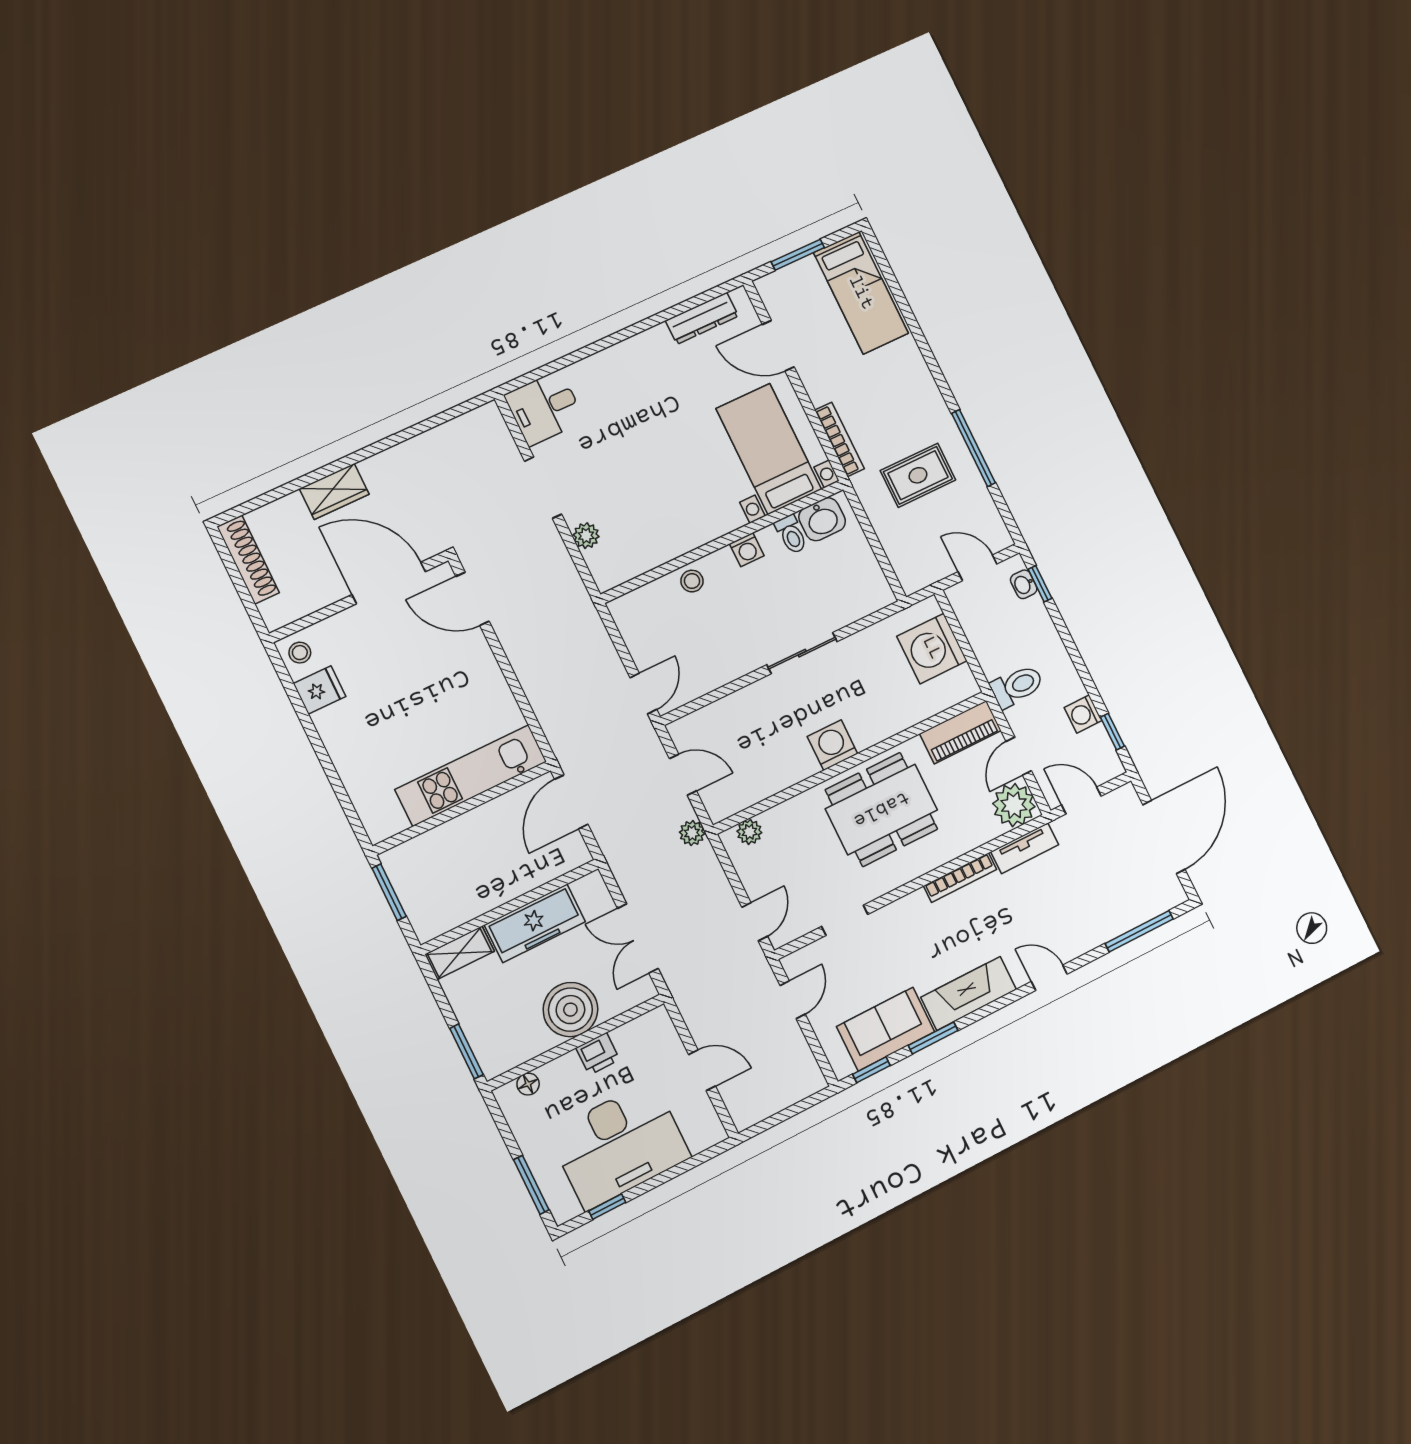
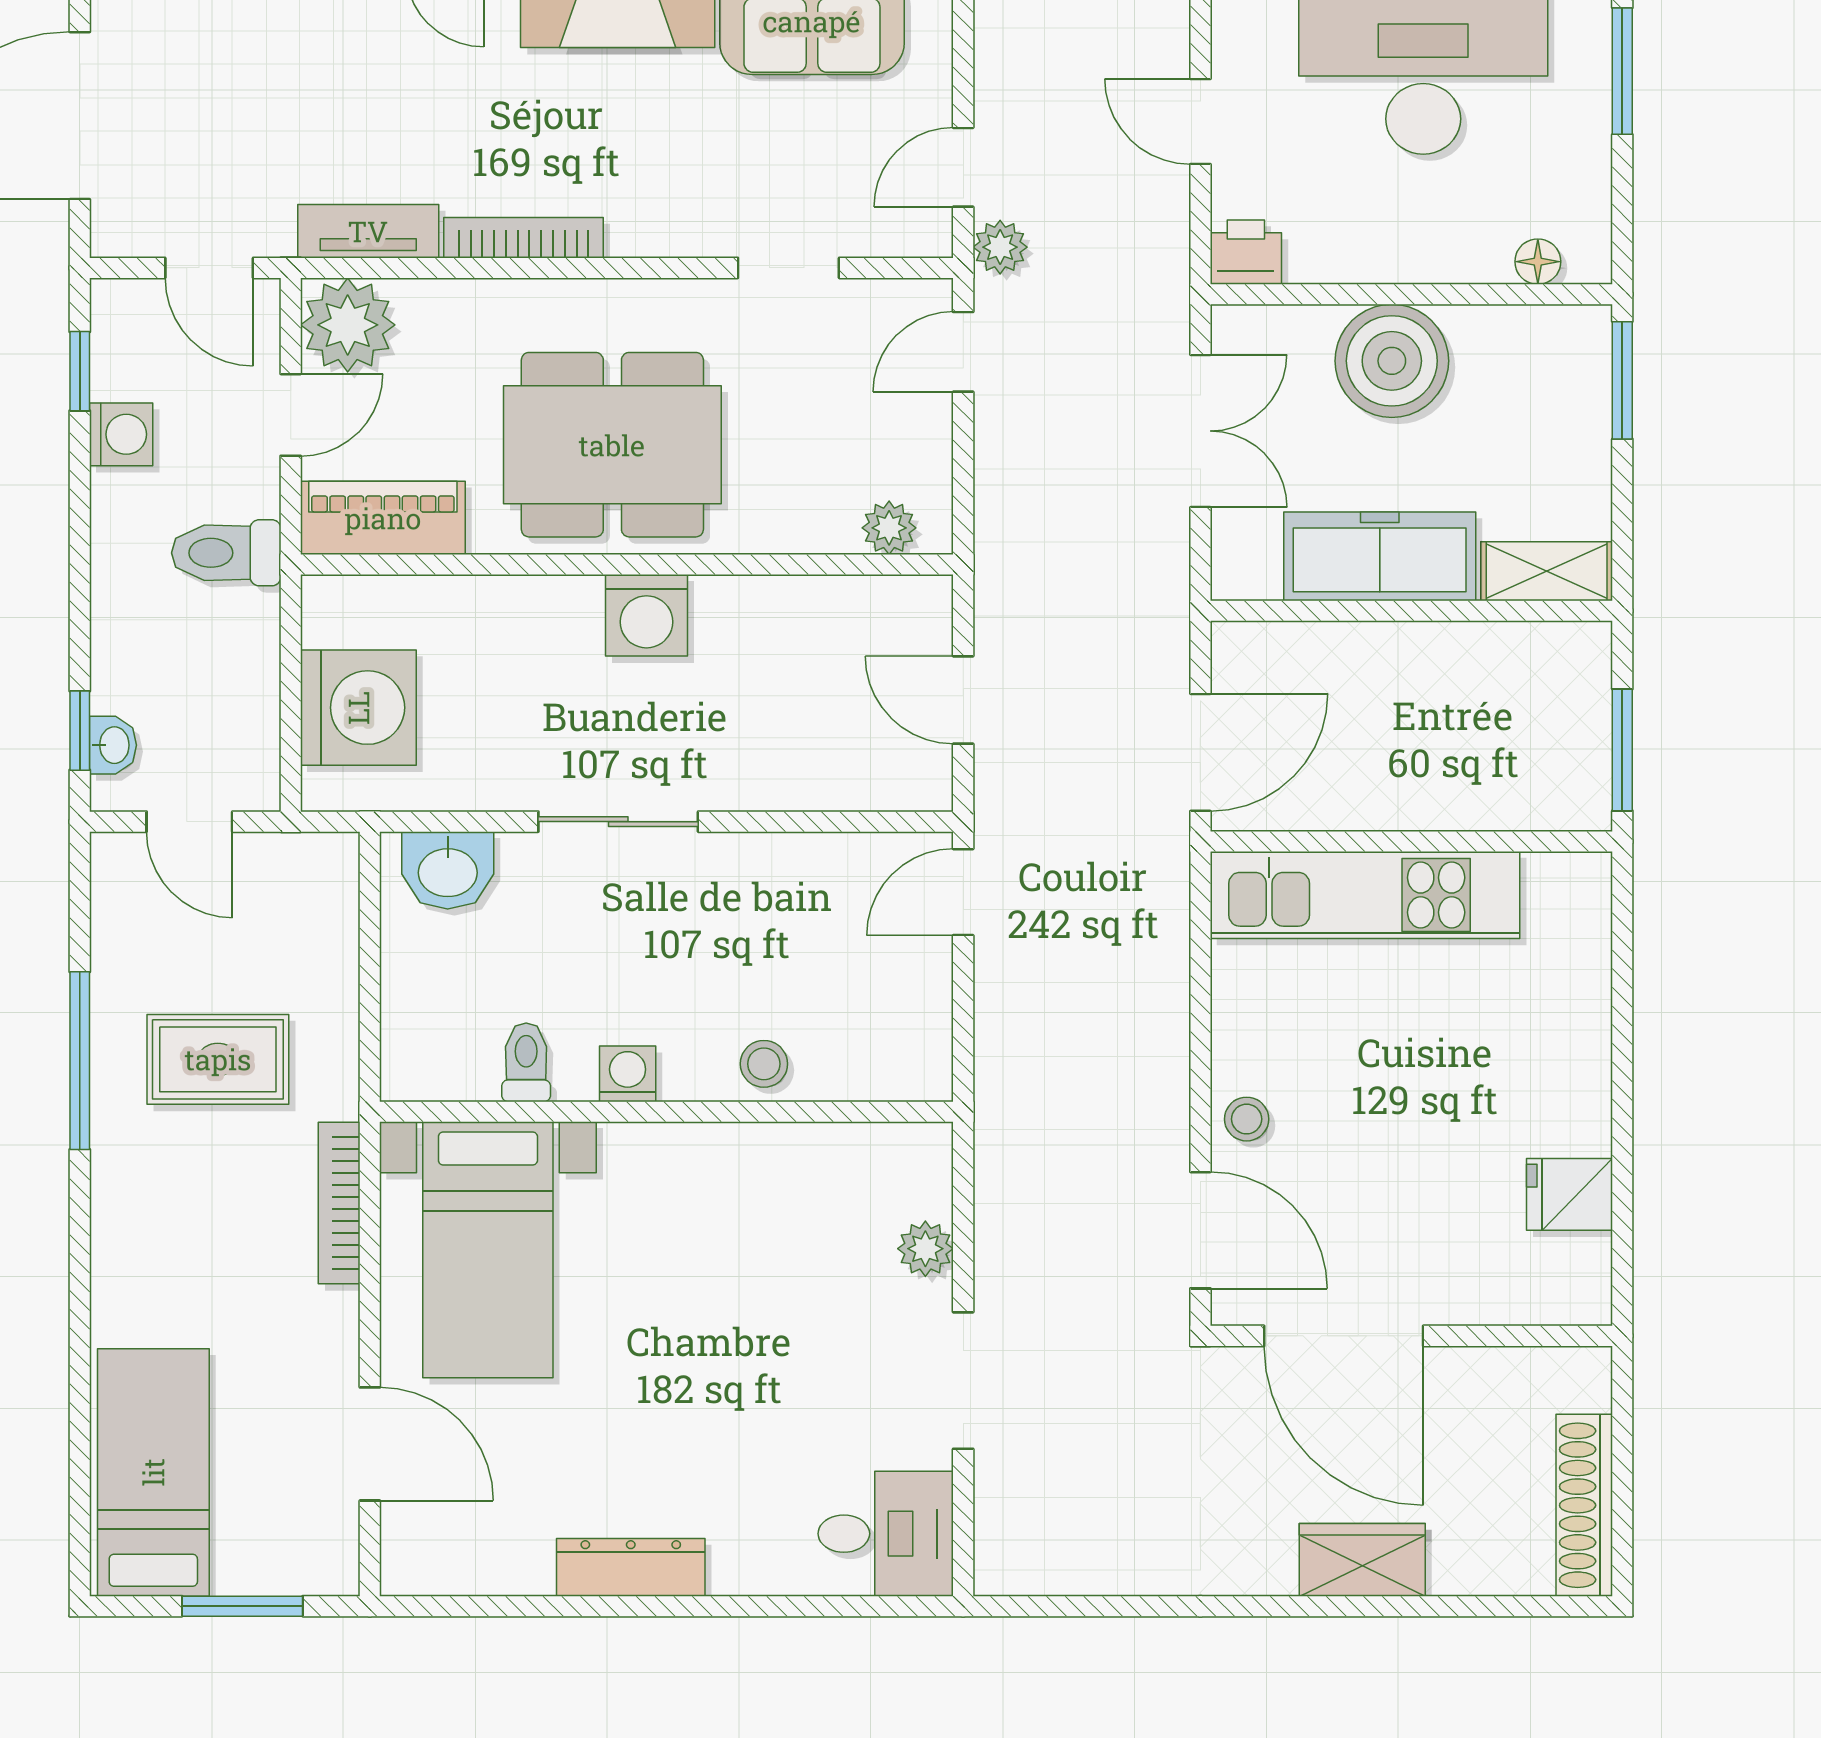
dresser: (702, 318) -> (631, 1567), moved
washbasin: (822, 519) -> (448, 870), moved, turned 180
stool: (300, 653) -> (1247, 1119), moved
plant: (692, 833) -> (1000, 247), moved
printer: (598, 1054) -> (1246, 252), moved

